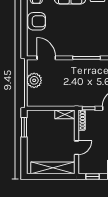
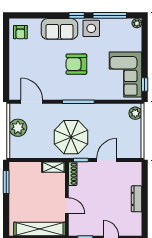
armchair: (37, 21) -> (76, 64), moved, turned 180
parasol: (80, 88) -> (71, 137), added
door: (76, 148) -> (67, 206), hinge flipped

